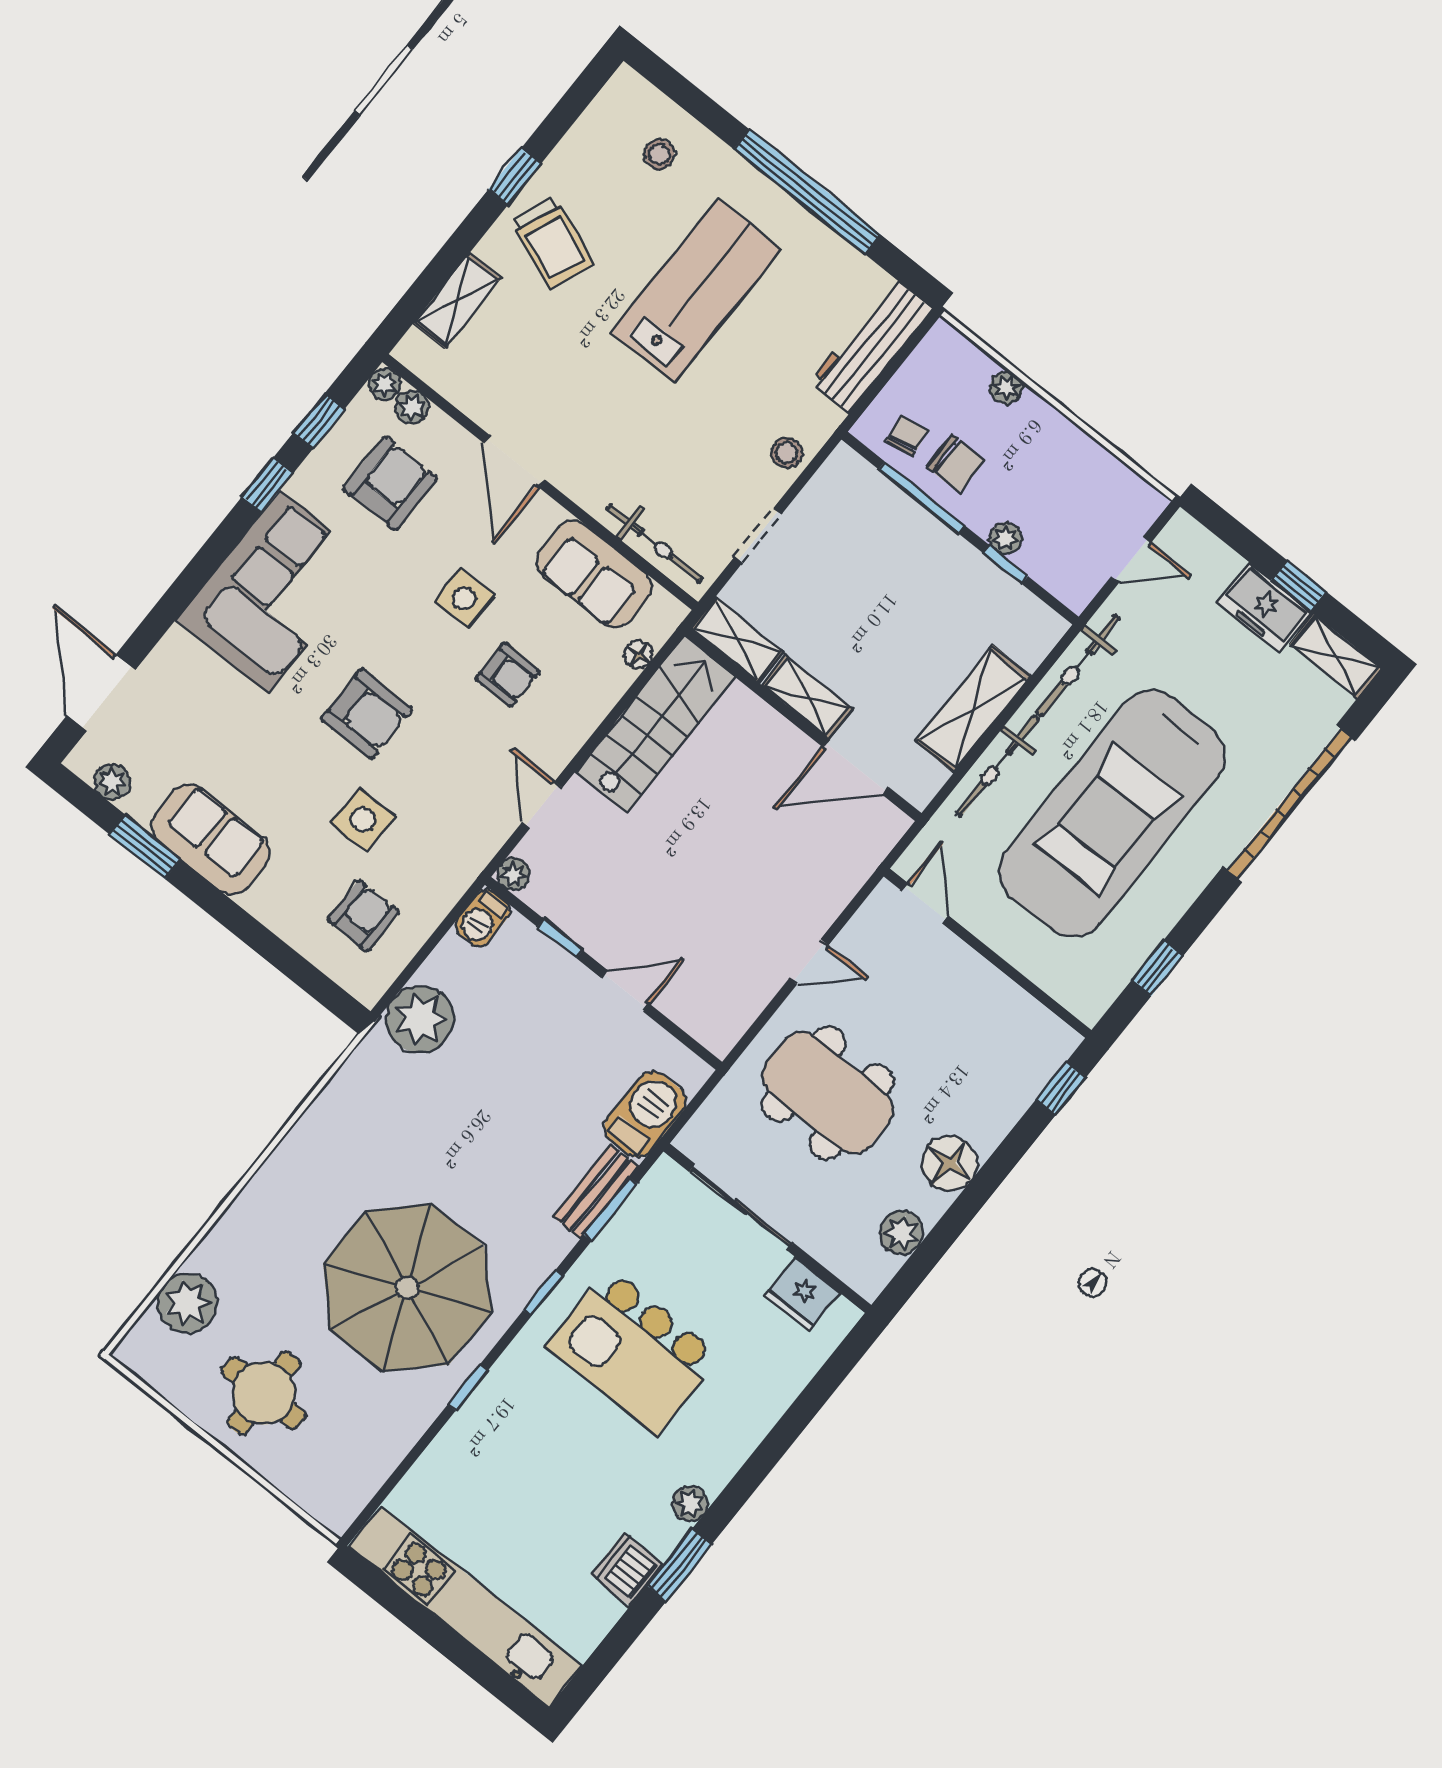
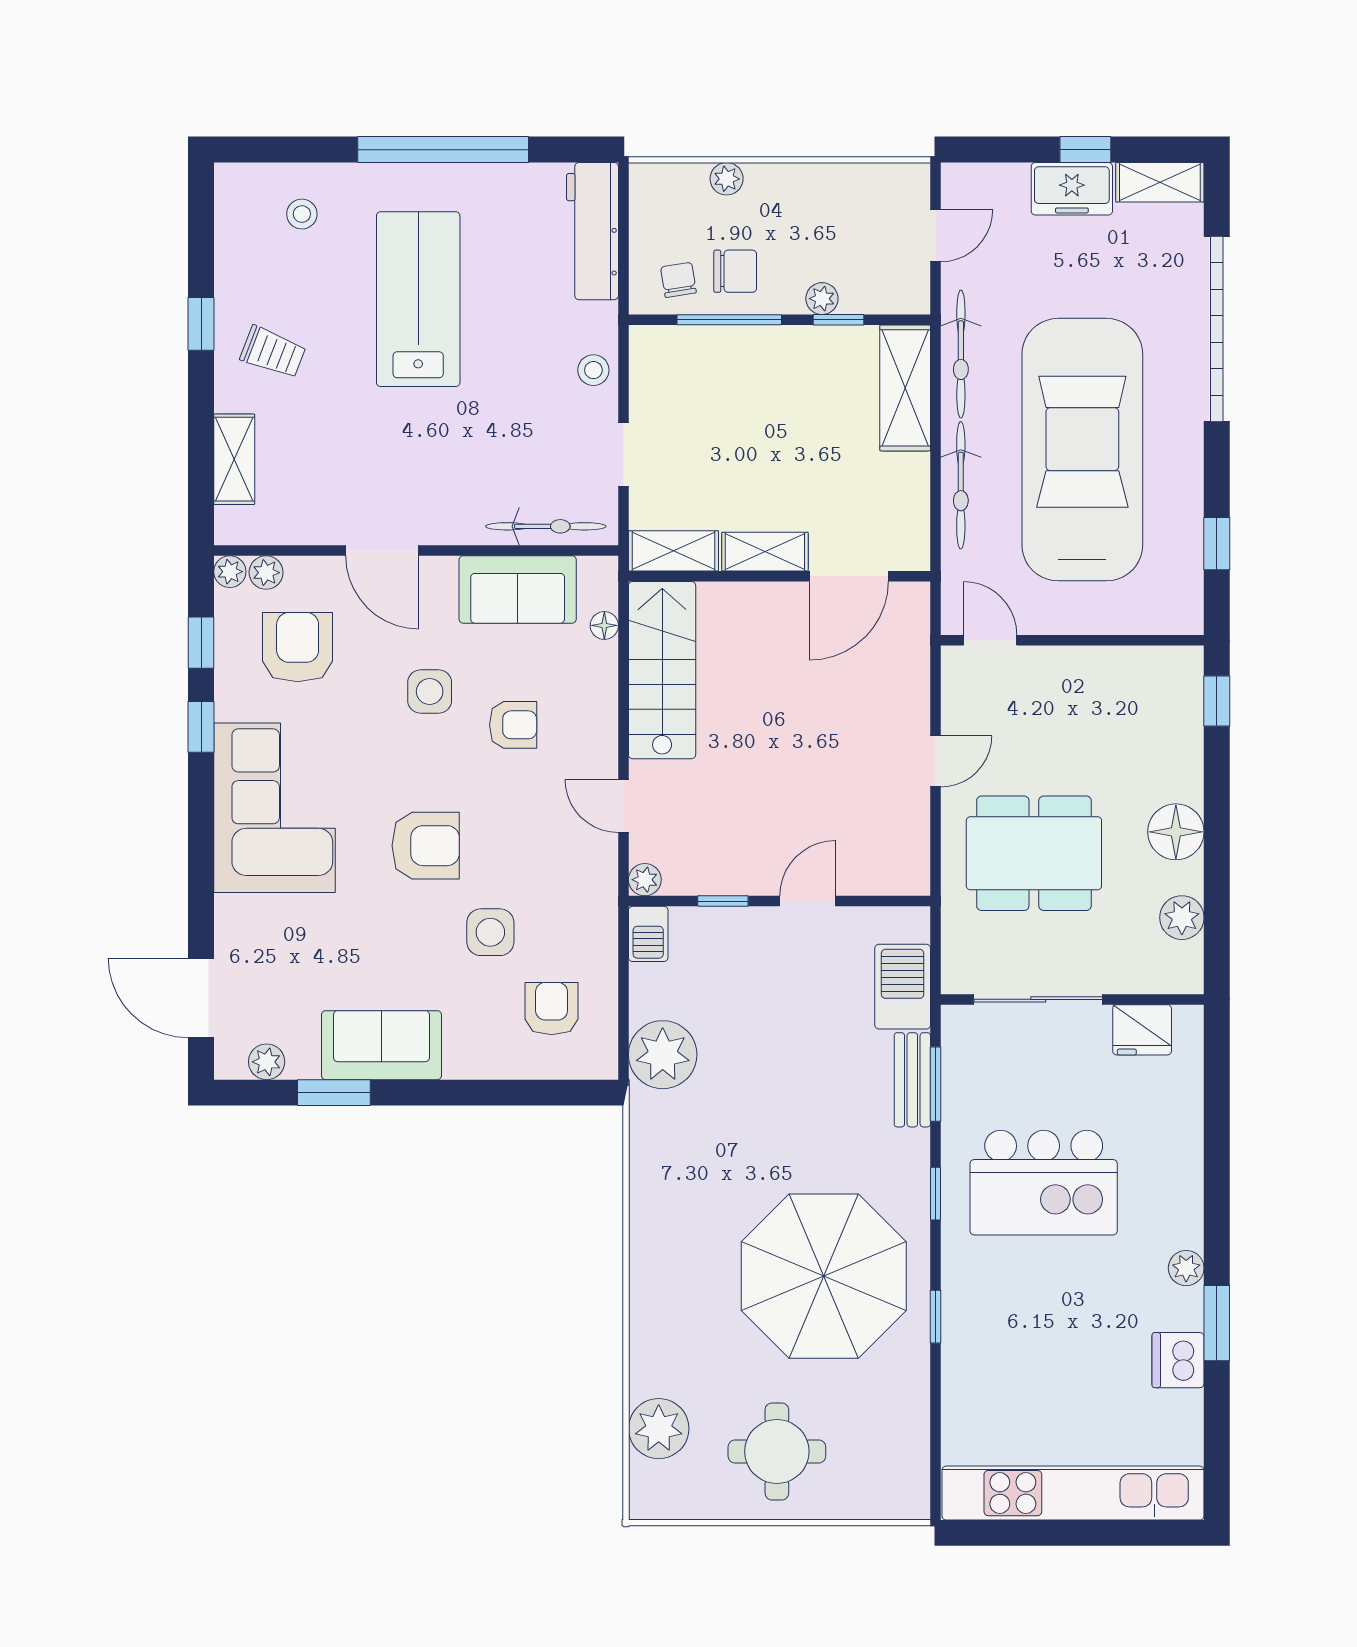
trolley: (552, 242) -> (273, 352), width x0.73, depth x0.72
shelving: (973, 709) -> (905, 388), moved
car: (1112, 813) -> (1082, 450), turned 180

